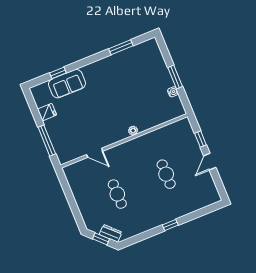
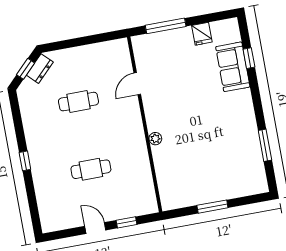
water cooler: (173, 92) -> (194, 200), removed
dresser: (111, 233) -> (40, 69), moved

